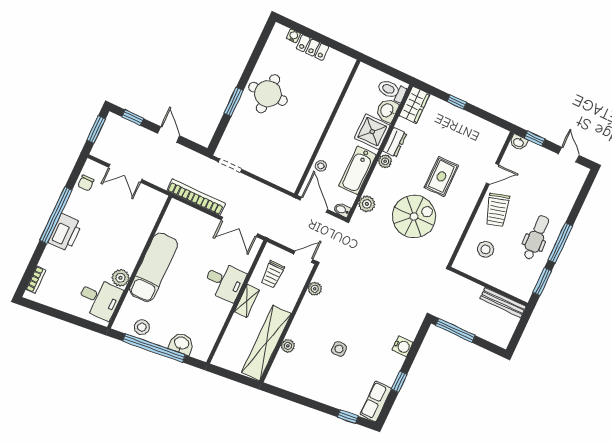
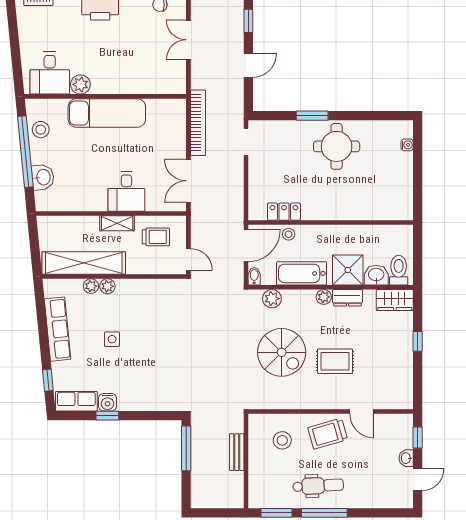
locker: (312, 48) -> (284, 212), moved, turned 90
washbasin: (519, 142) -> (406, 458), moved
trolley: (273, 274) -> (156, 237), turned 180
plant: (315, 289) -> (107, 286), moved
bench: (503, 302) -> (237, 452), moved, width x0.73
water cooler: (402, 346) -> (107, 402), moved
row of seats: (310, 389) -> (58, 329), added

